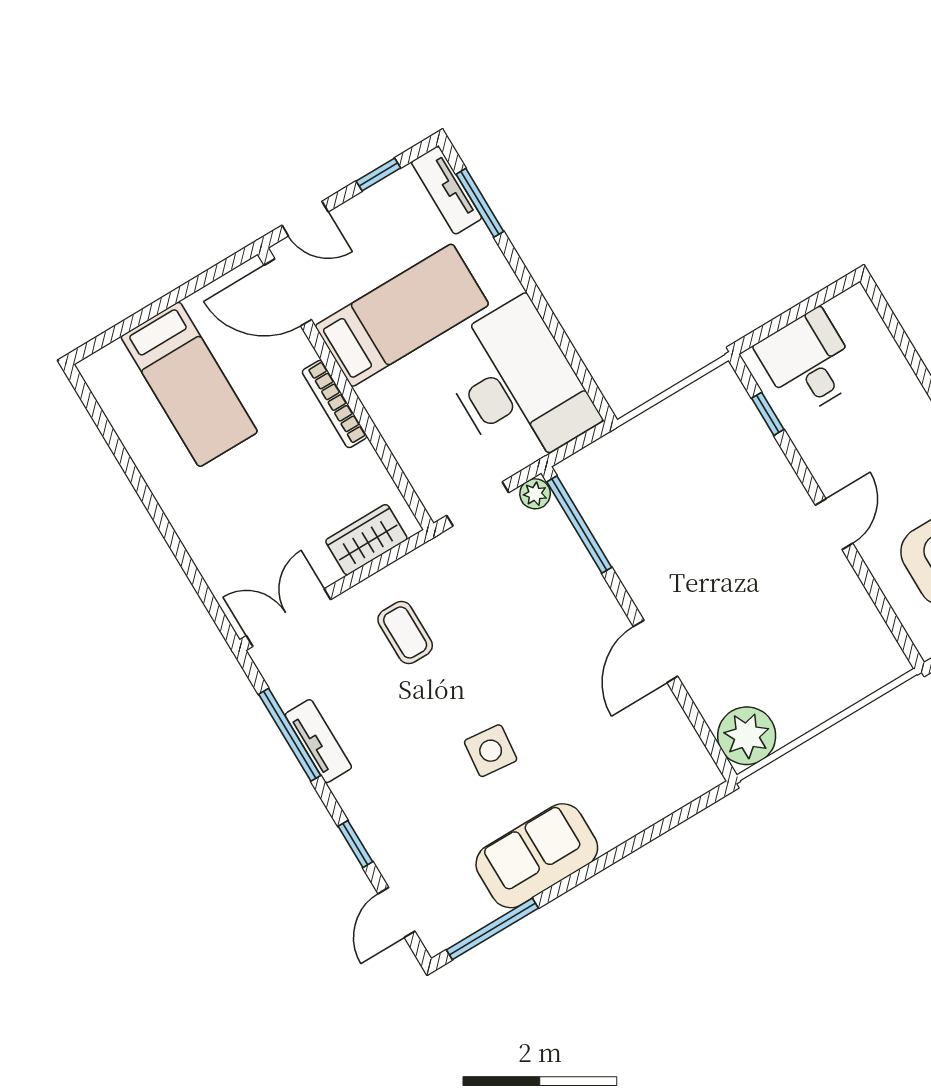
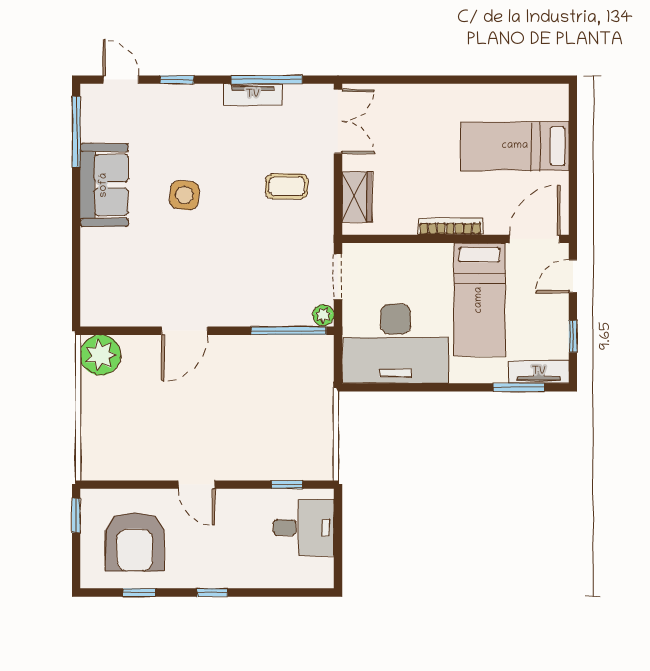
door: (656, 651) -> (184, 331), swing flipped

